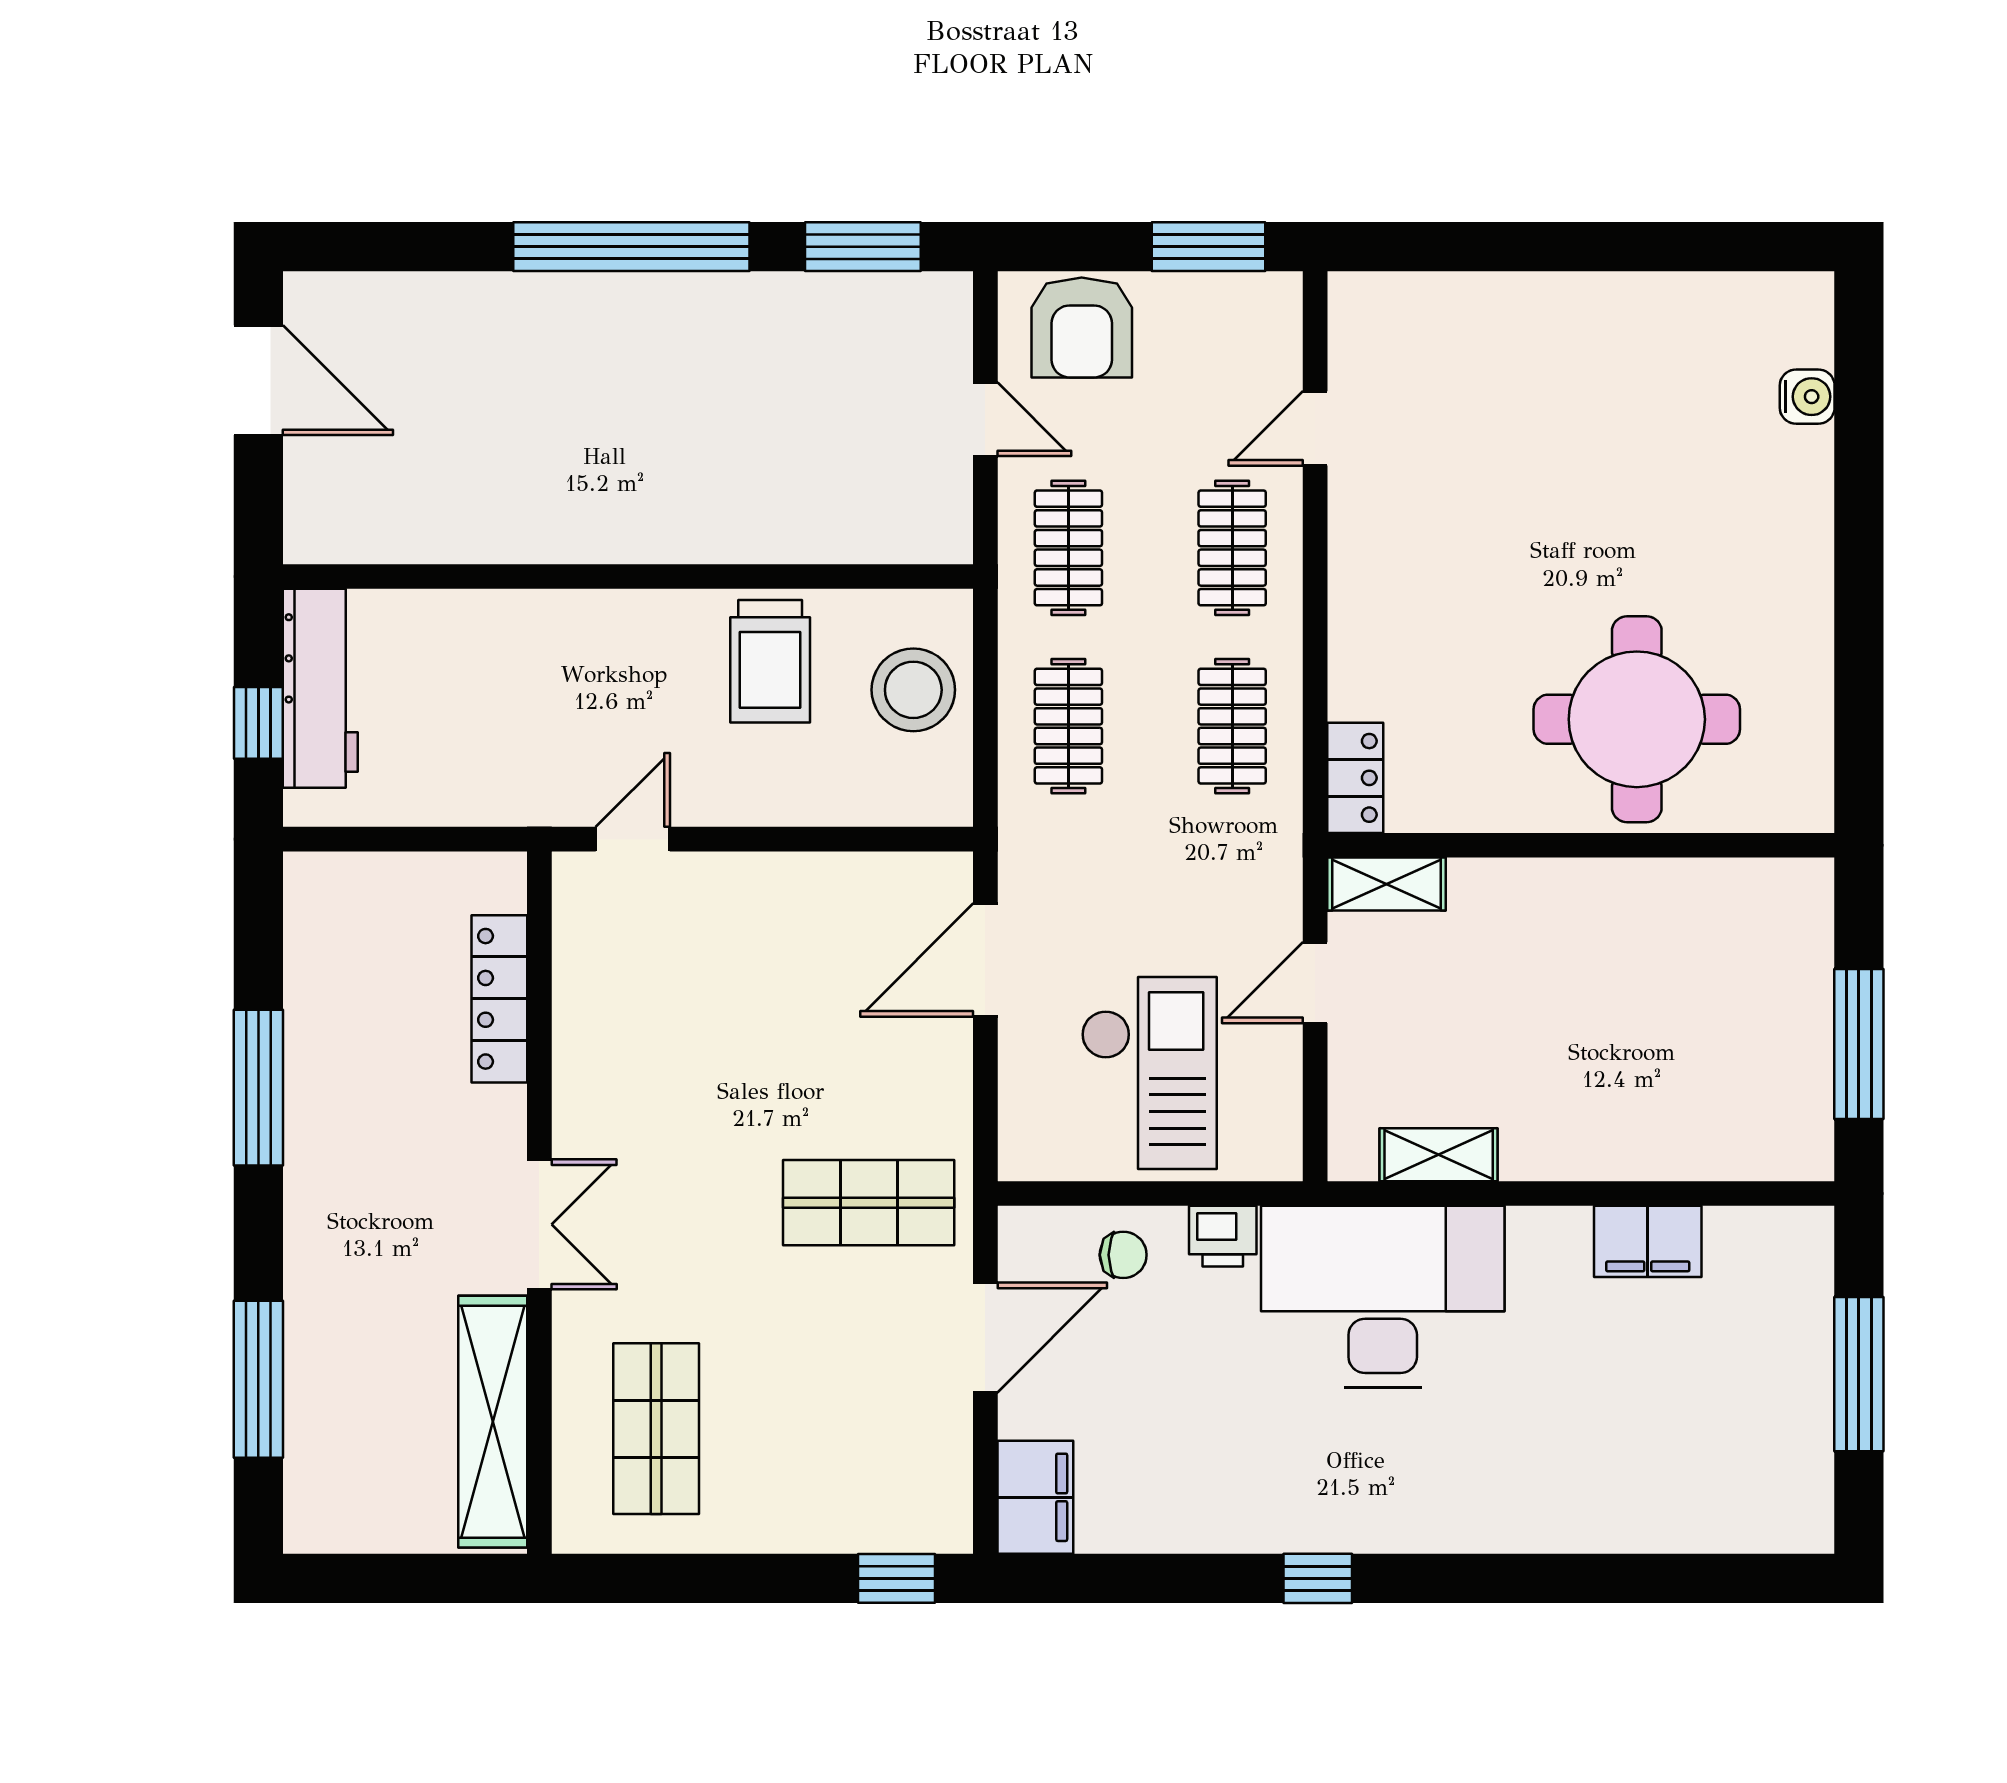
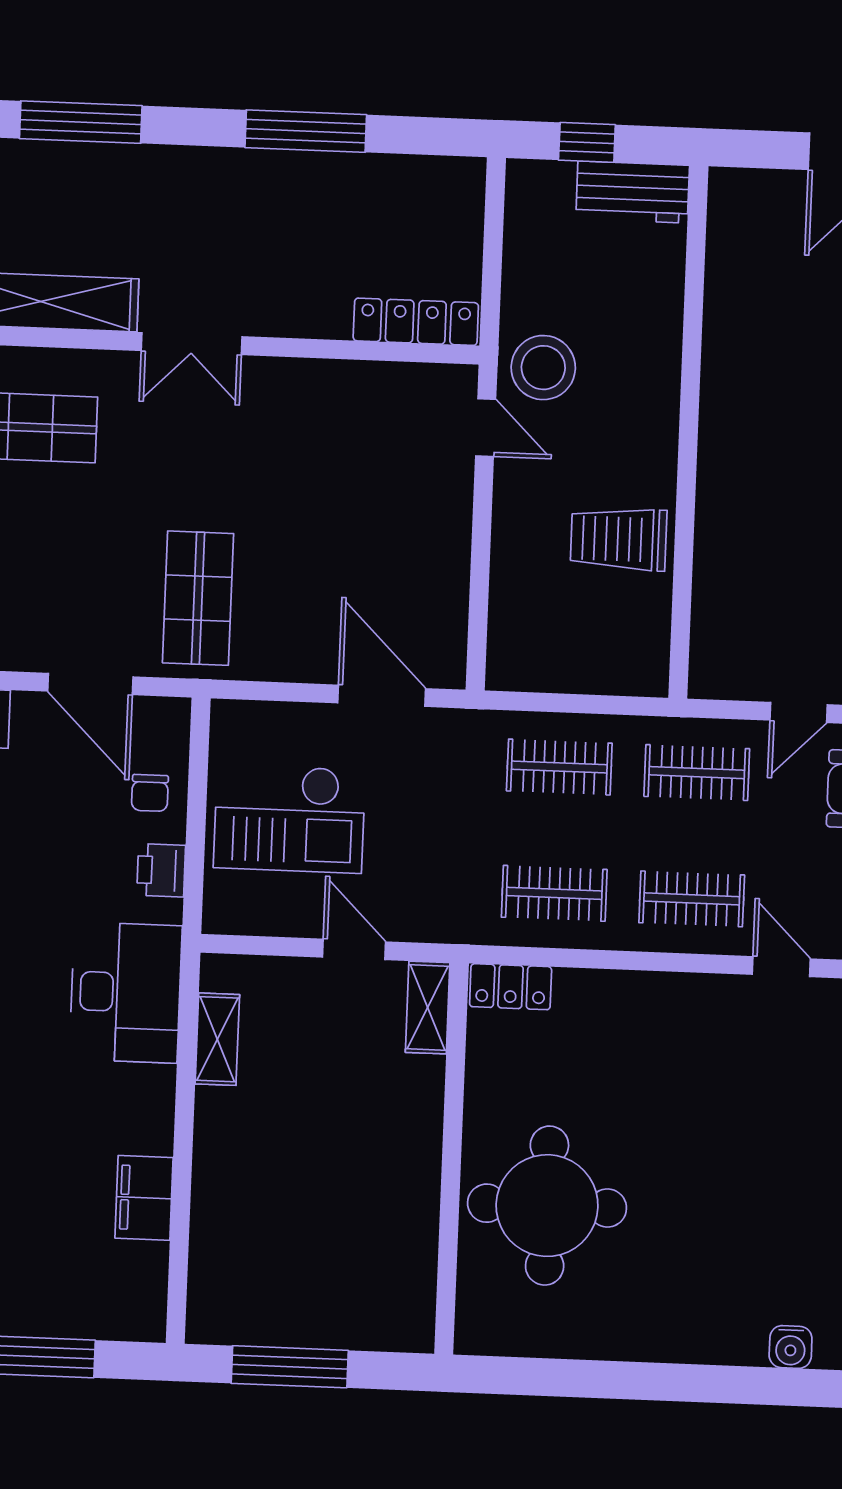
workbench: (320, 688) -> (633, 192), width x0.73
stool: (913, 690) -> (543, 368), moved
locker: (499, 999) -> (416, 322), moved
desk: (1383, 1297) -> (126, 992), width x0.73, depth x0.77

